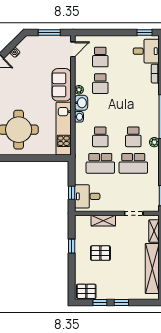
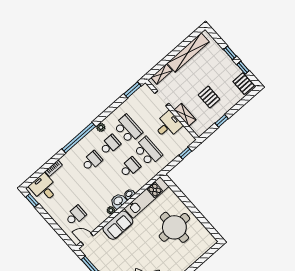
school desk: (100, 84) -> (92, 161), moved
desk: (87, 196) -> (168, 125), moved, turned -90

